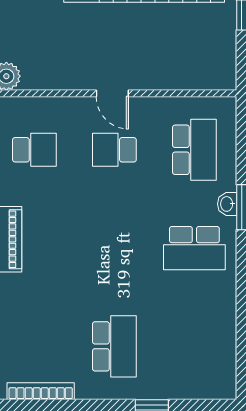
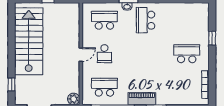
school desk: (34, 150) -> (104, 87), width x1.85
school desk: (194, 248) -> (146, 20), turned 180

